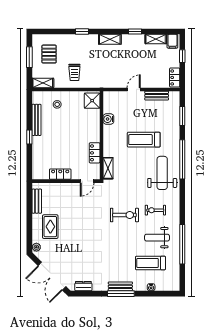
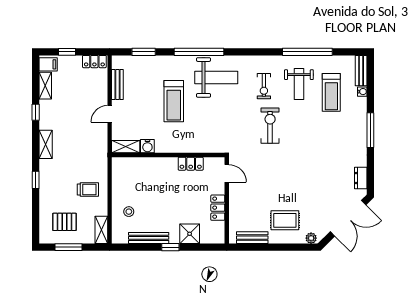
door: (134, 89) -> (110, 114), hinge flipped
shower: (92, 101) -> (190, 234), moved
shelving: (108, 168) -> (126, 147), moved
weight bench: (162, 173) -> (216, 77), turned 180
bench: (120, 286) -> (361, 71), moved

